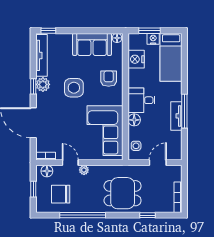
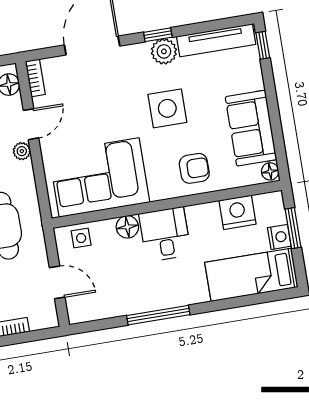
tv unit: (176, 116) -> (147, 302), removed

